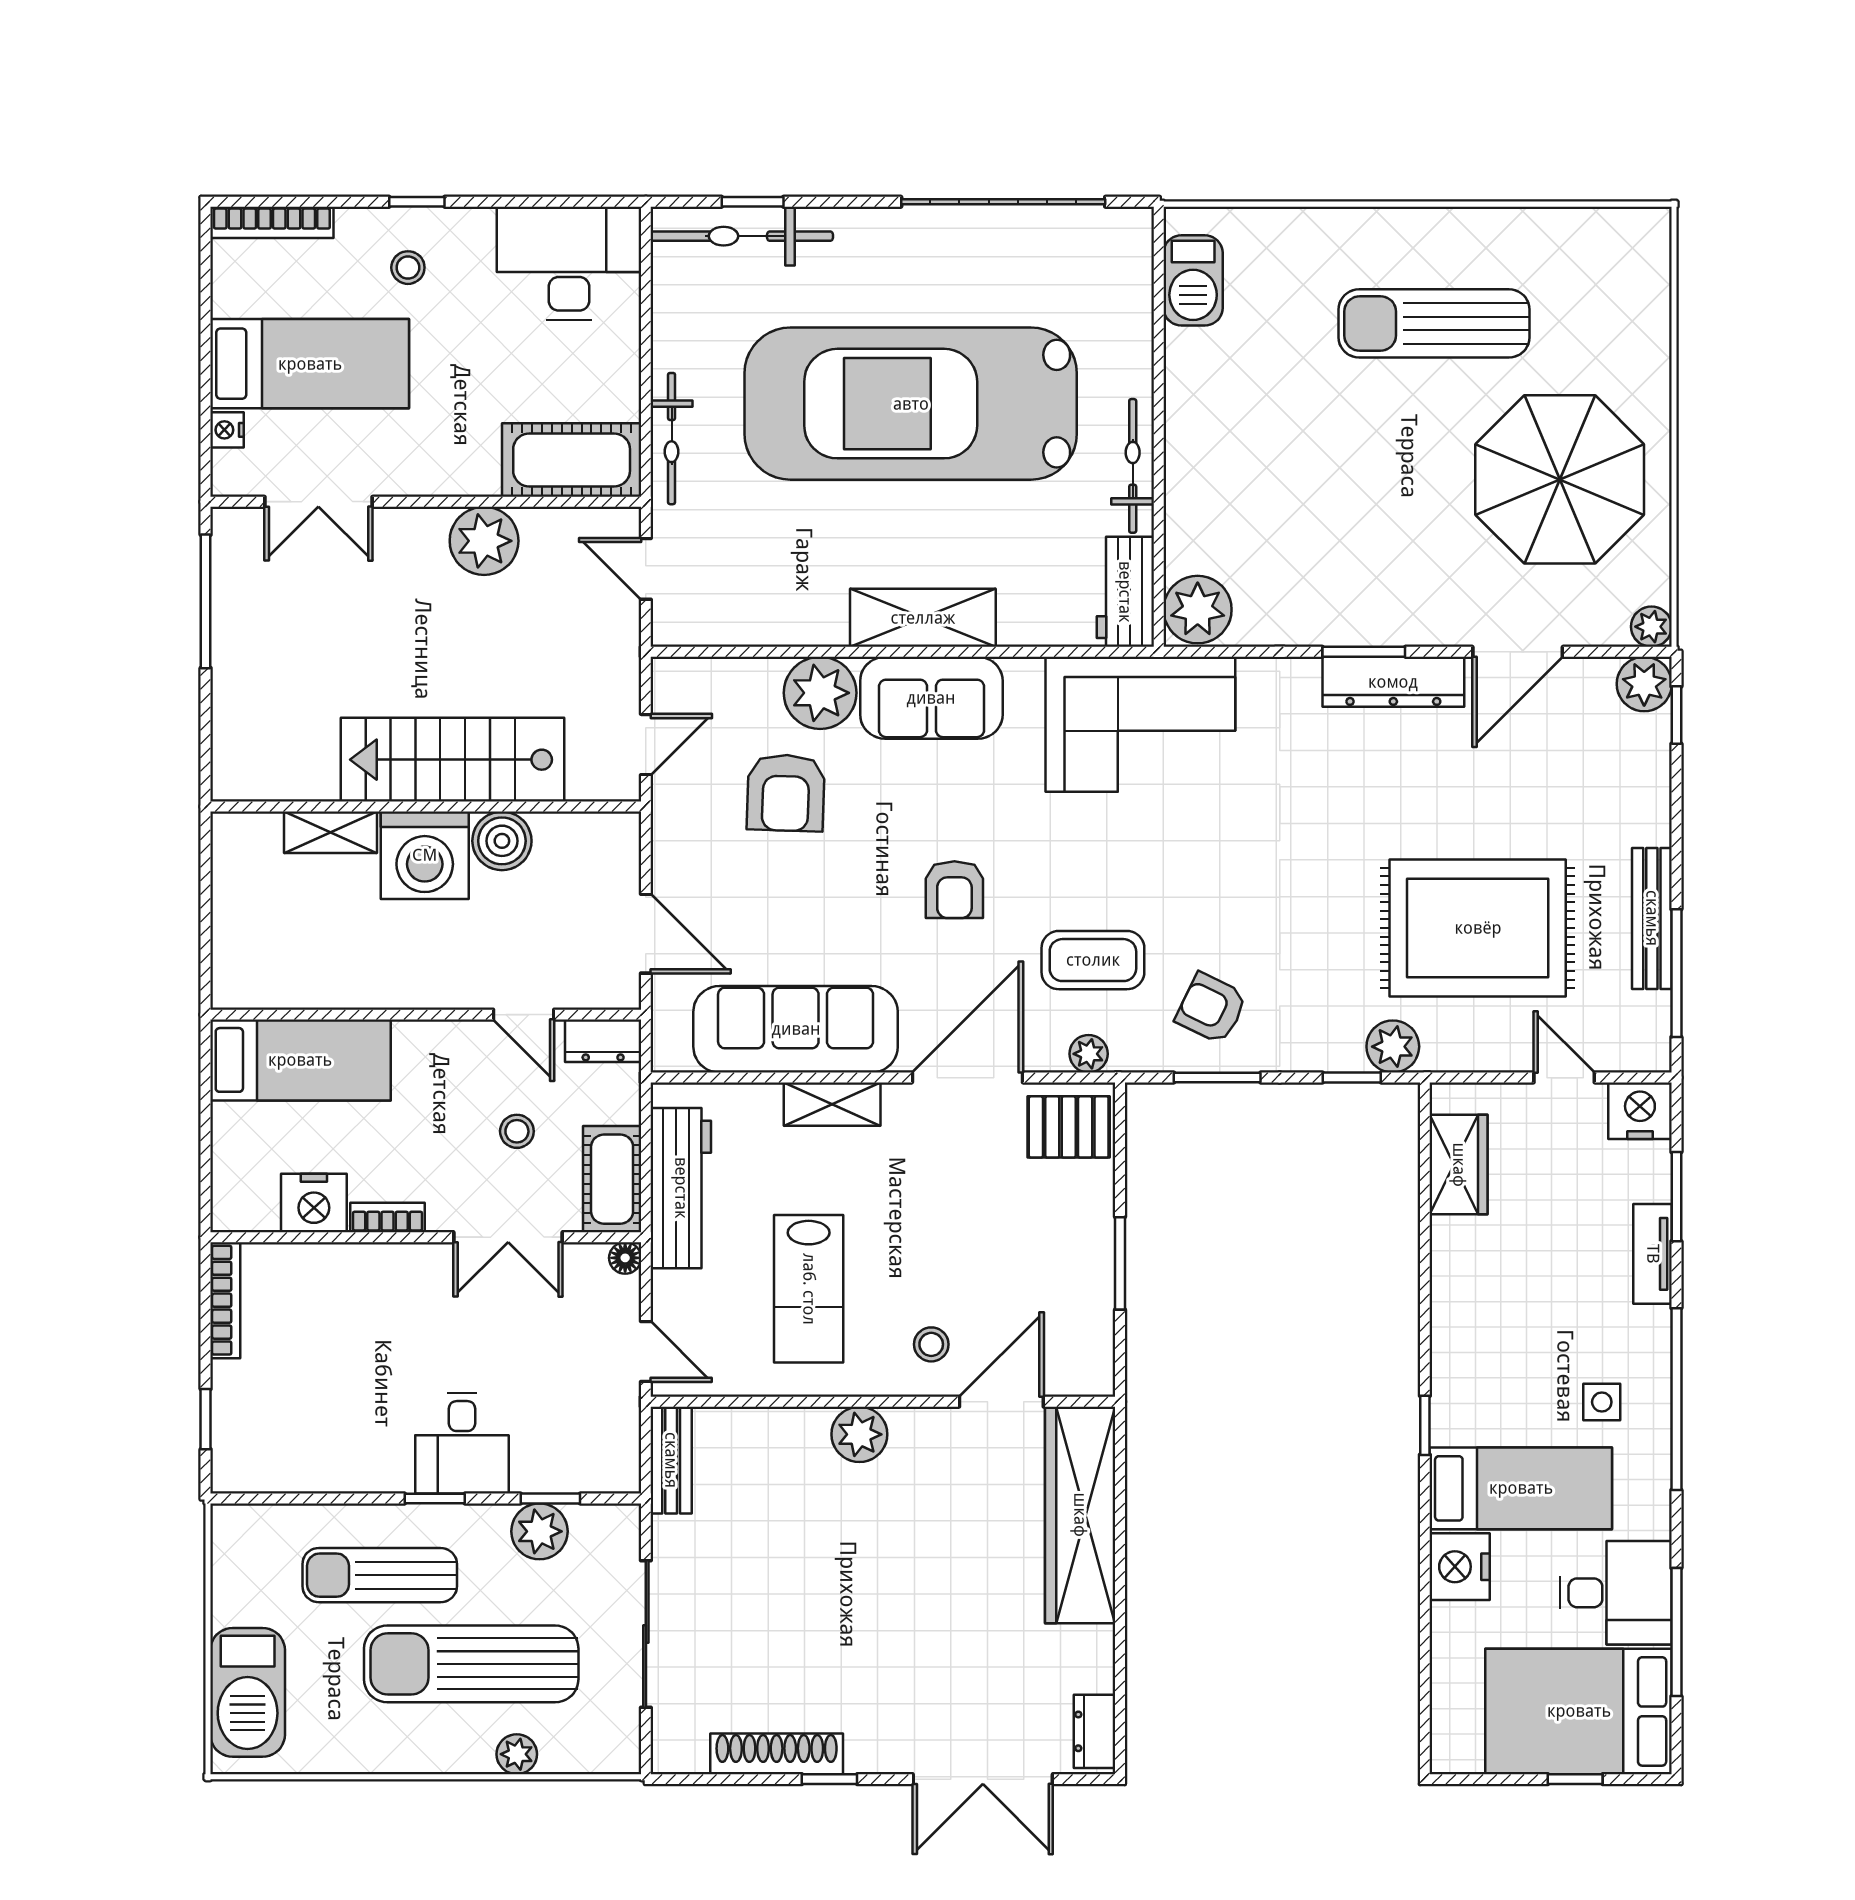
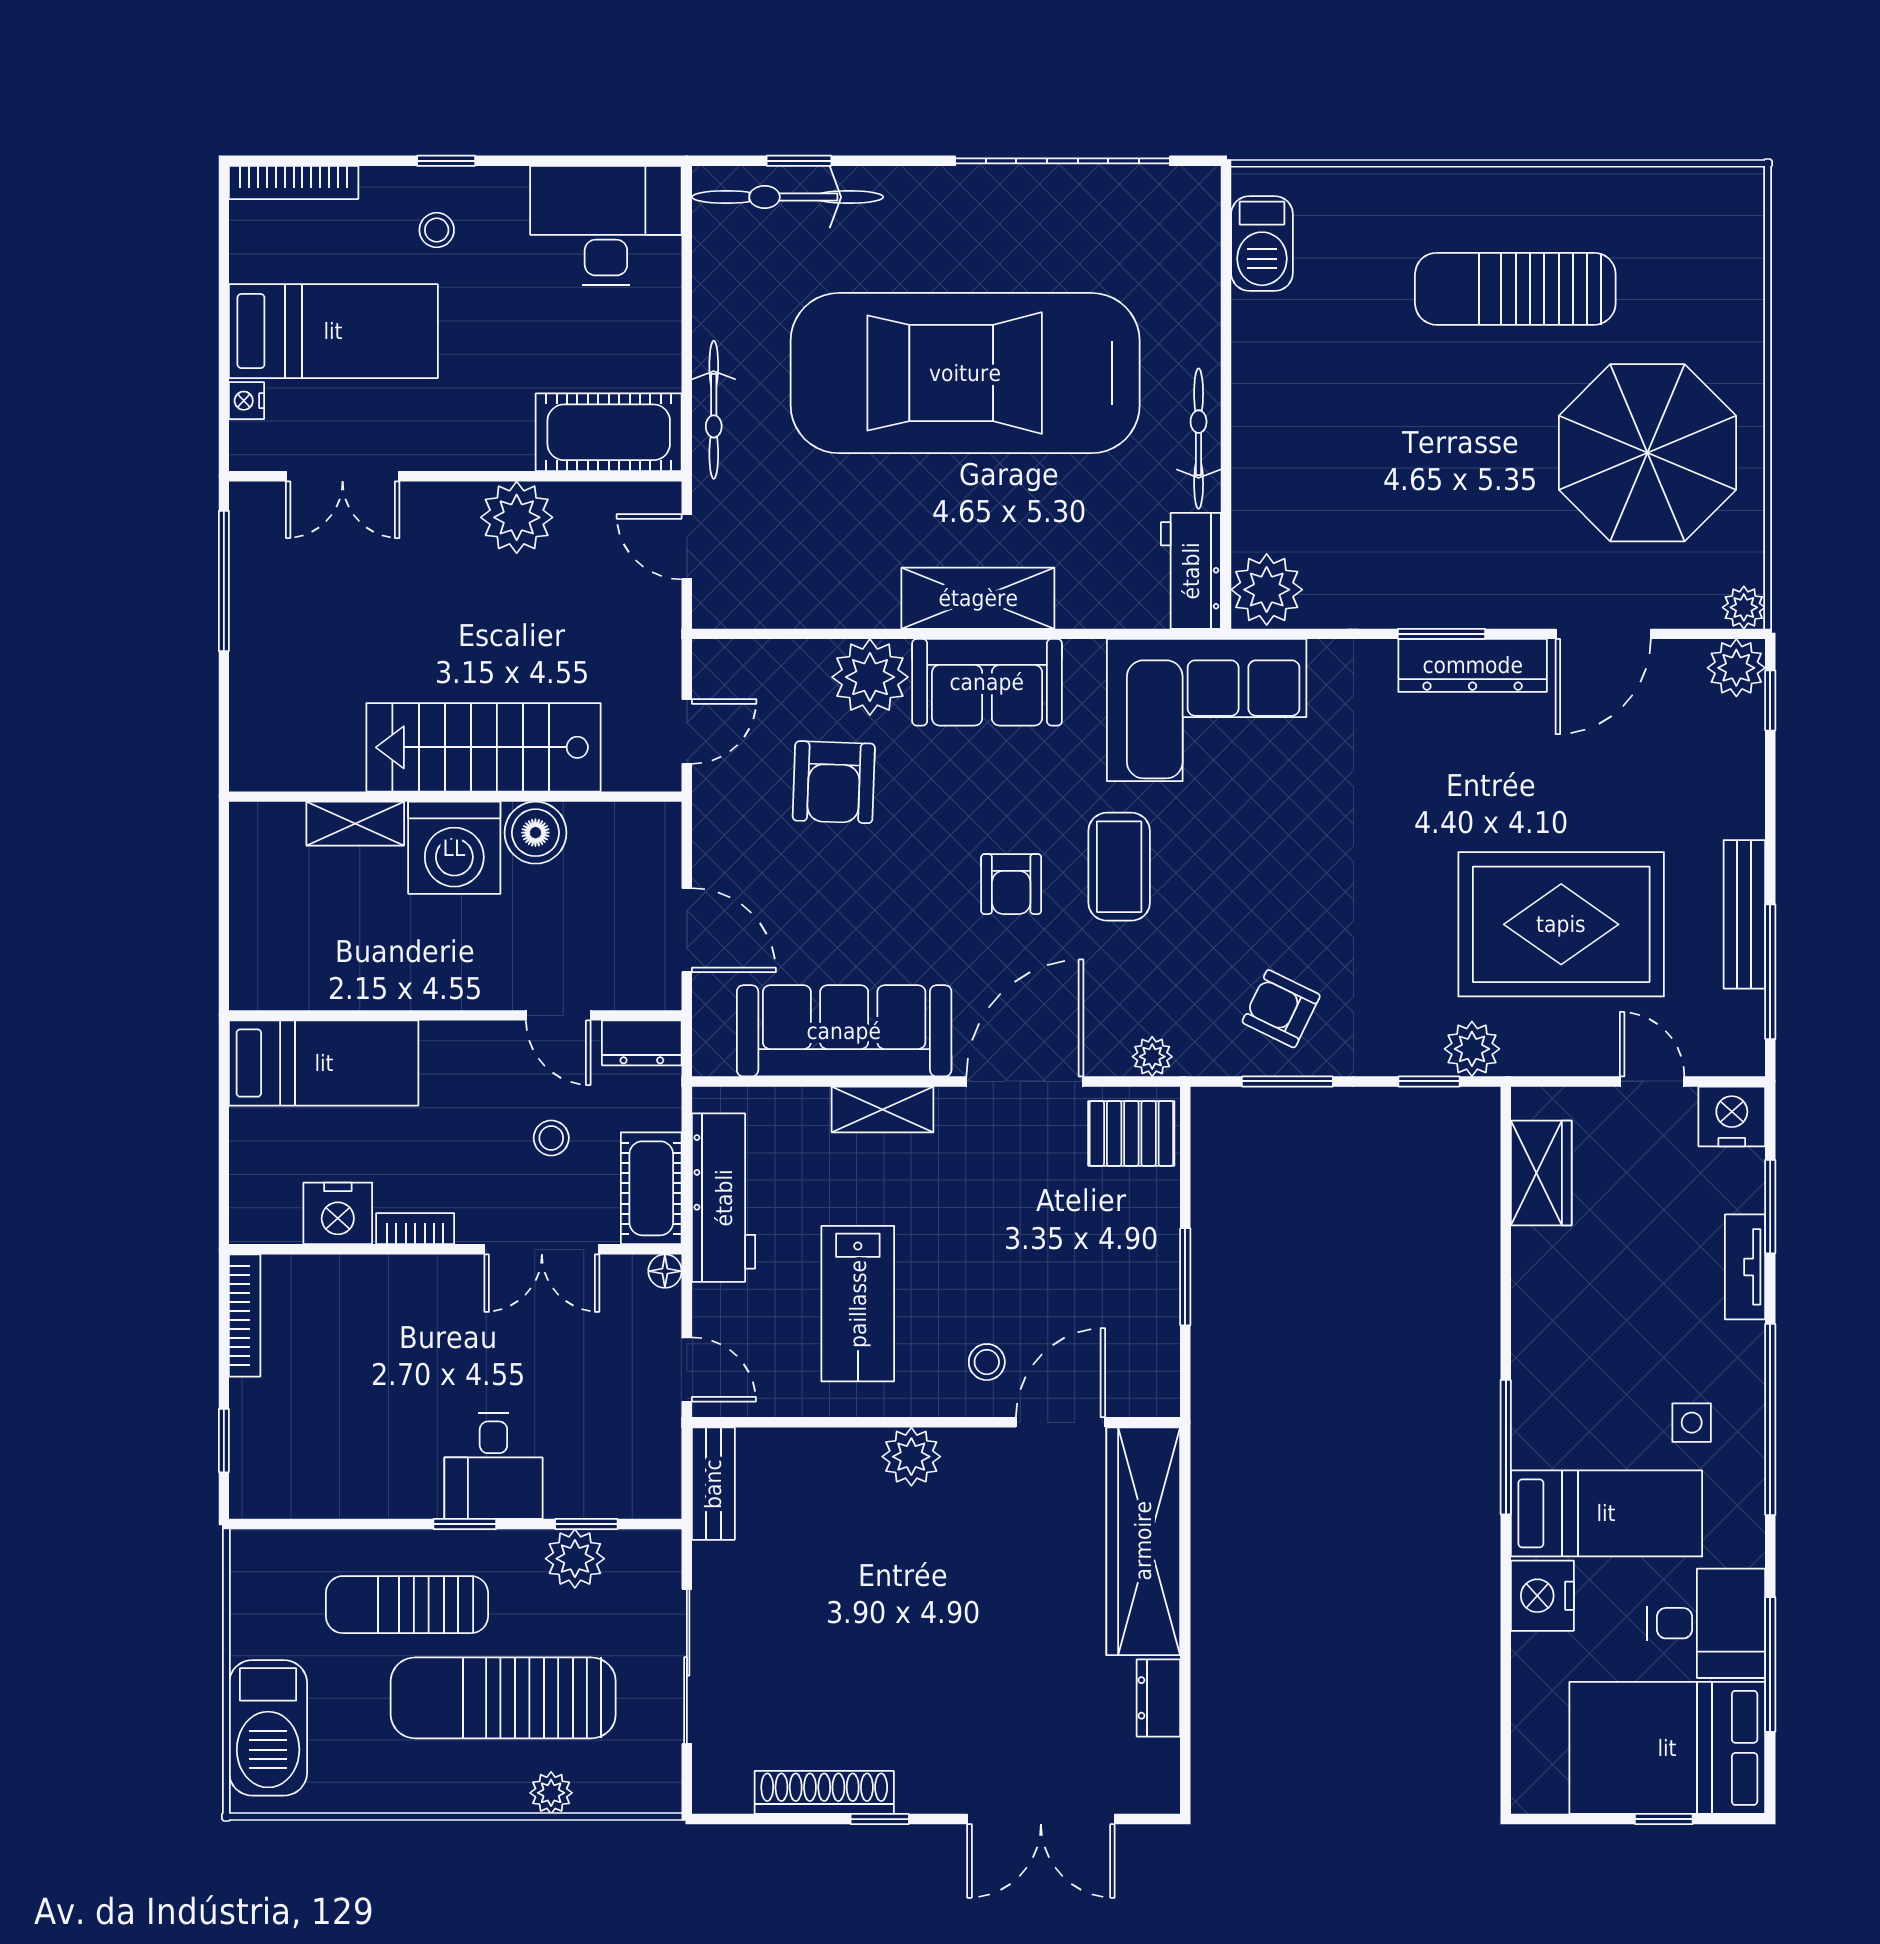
coffee table: (1093, 960) -> (1119, 867), moved, turned 90
window: (1425, 1425) -> (1506, 1447), width x2.17
dresser: (1094, 1731) -> (1158, 1698), moved

